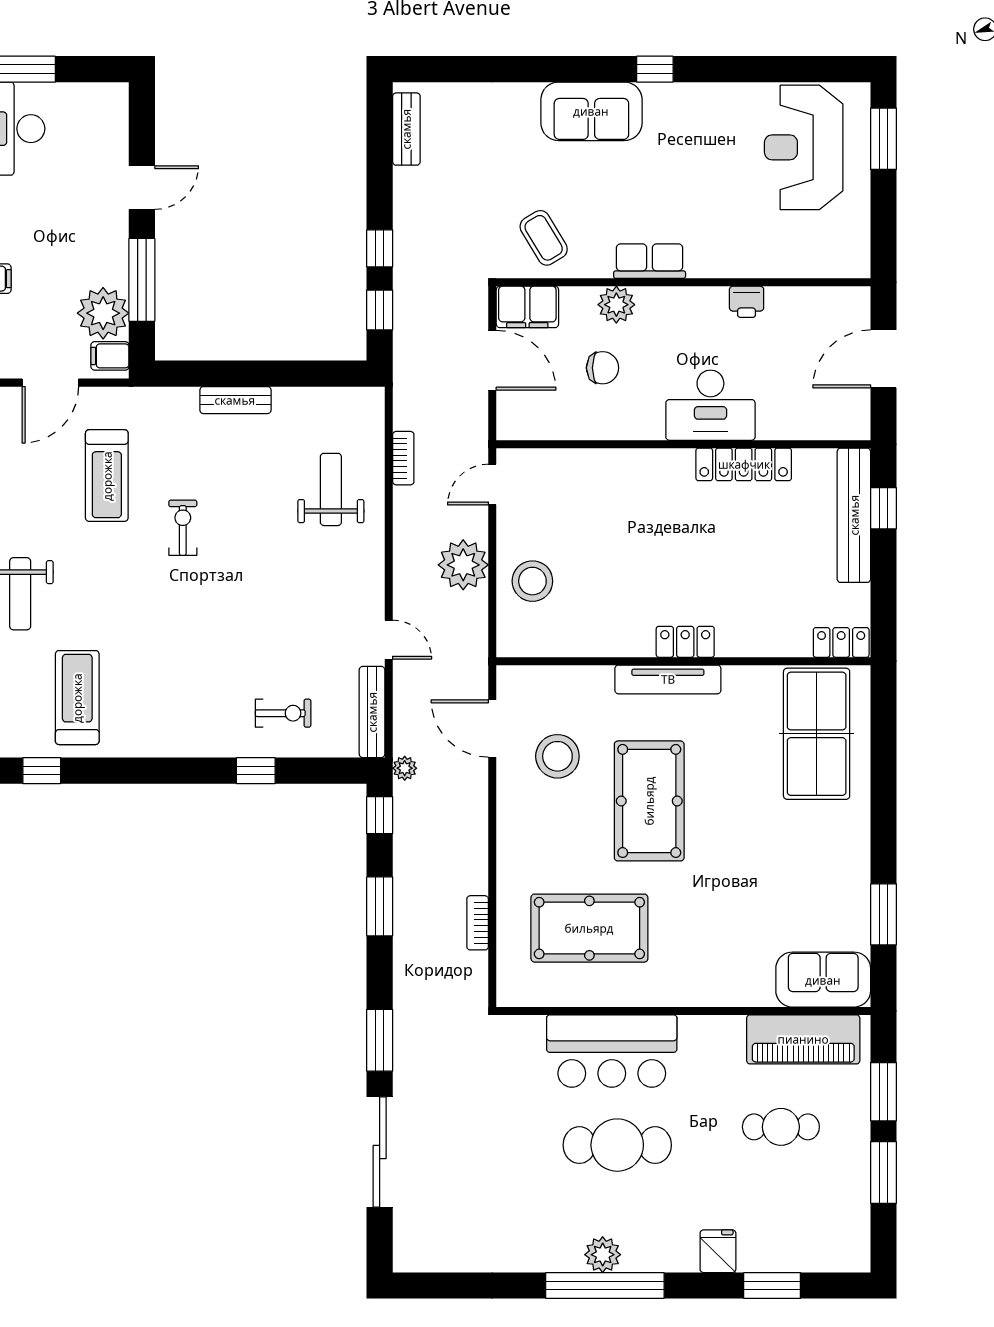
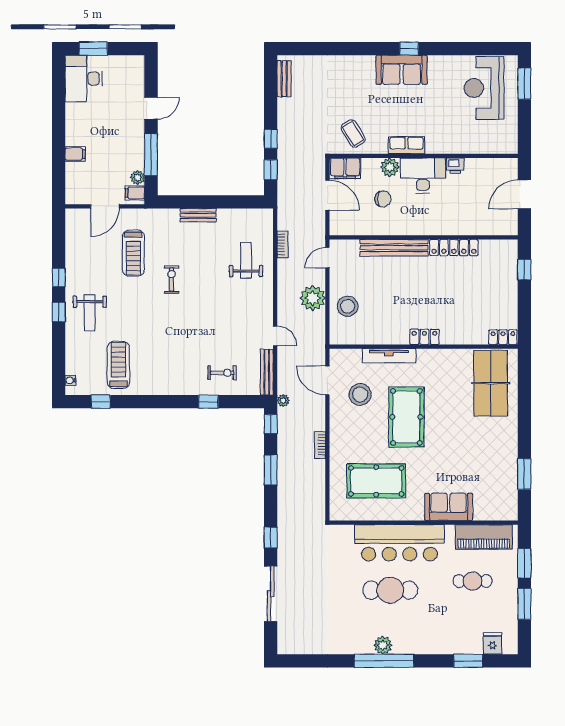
sofa: (591, 111) -> (402, 70), moved
plant: (103, 313) -> (138, 177), width x0.53, depth x0.53
desk: (710, 405) -> (423, 175), moved, turned 180
bench: (854, 515) -> (394, 248), moved, turned 90
tv unit: (668, 679) -> (389, 356), moved
bookcase: (478, 923) -> (320, 445), moved
sofa: (823, 980) -> (449, 507), moved
window: (380, 1040) -> (271, 537), width x0.67
bar counter: (612, 1051) -> (399, 543), width x1.36
fridge: (718, 1251) -> (492, 644), moved

